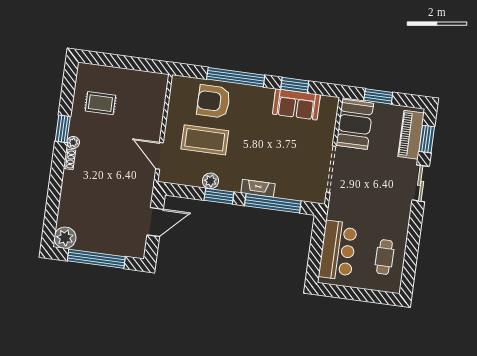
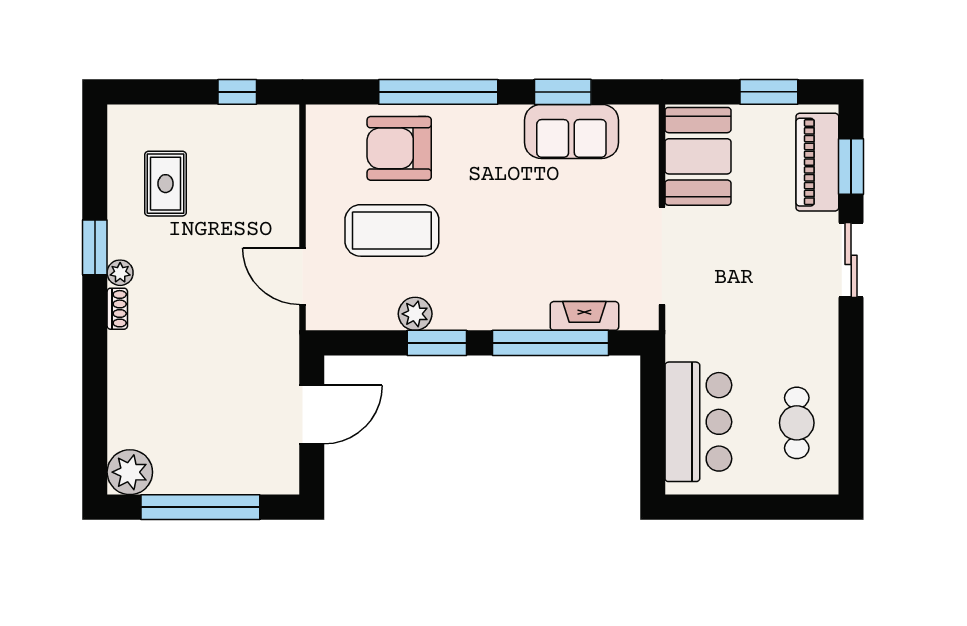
window: (140, 64) -> (237, 92), added
window: (378, 96) -> (769, 92), moved
rug: (100, 103) -> (166, 184), turned 90
fireplace: (258, 188) -> (584, 316), moved

